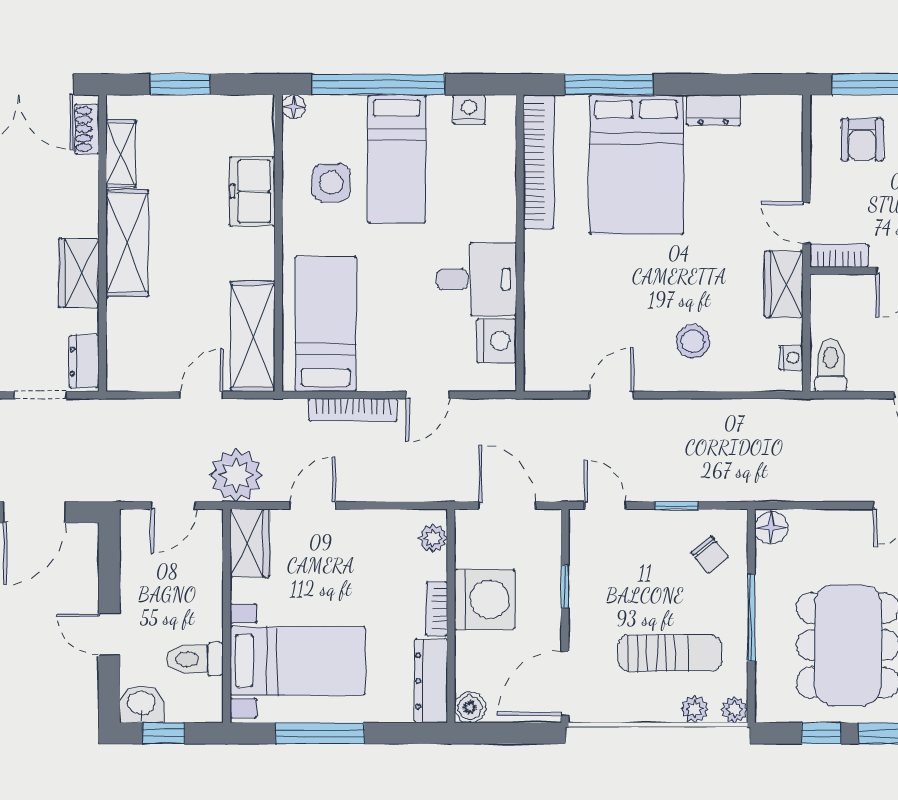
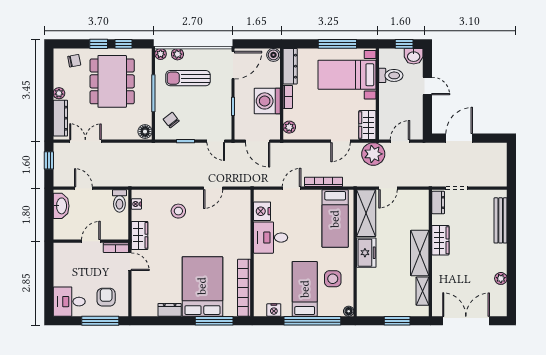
shoe rack: (87, 129) -> (437, 302), removed
freezer: (252, 191) -> (366, 253), moved

